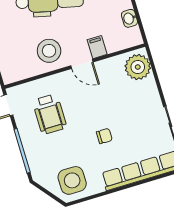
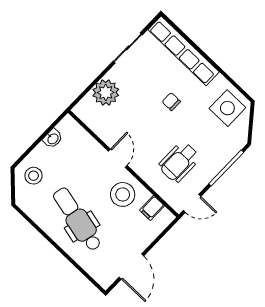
filing cabinet: (97, 47) -> (152, 208), moved
plant: (138, 67) -> (106, 93), moved
wheelchair: (50, 114) -> (179, 162), turned 180

